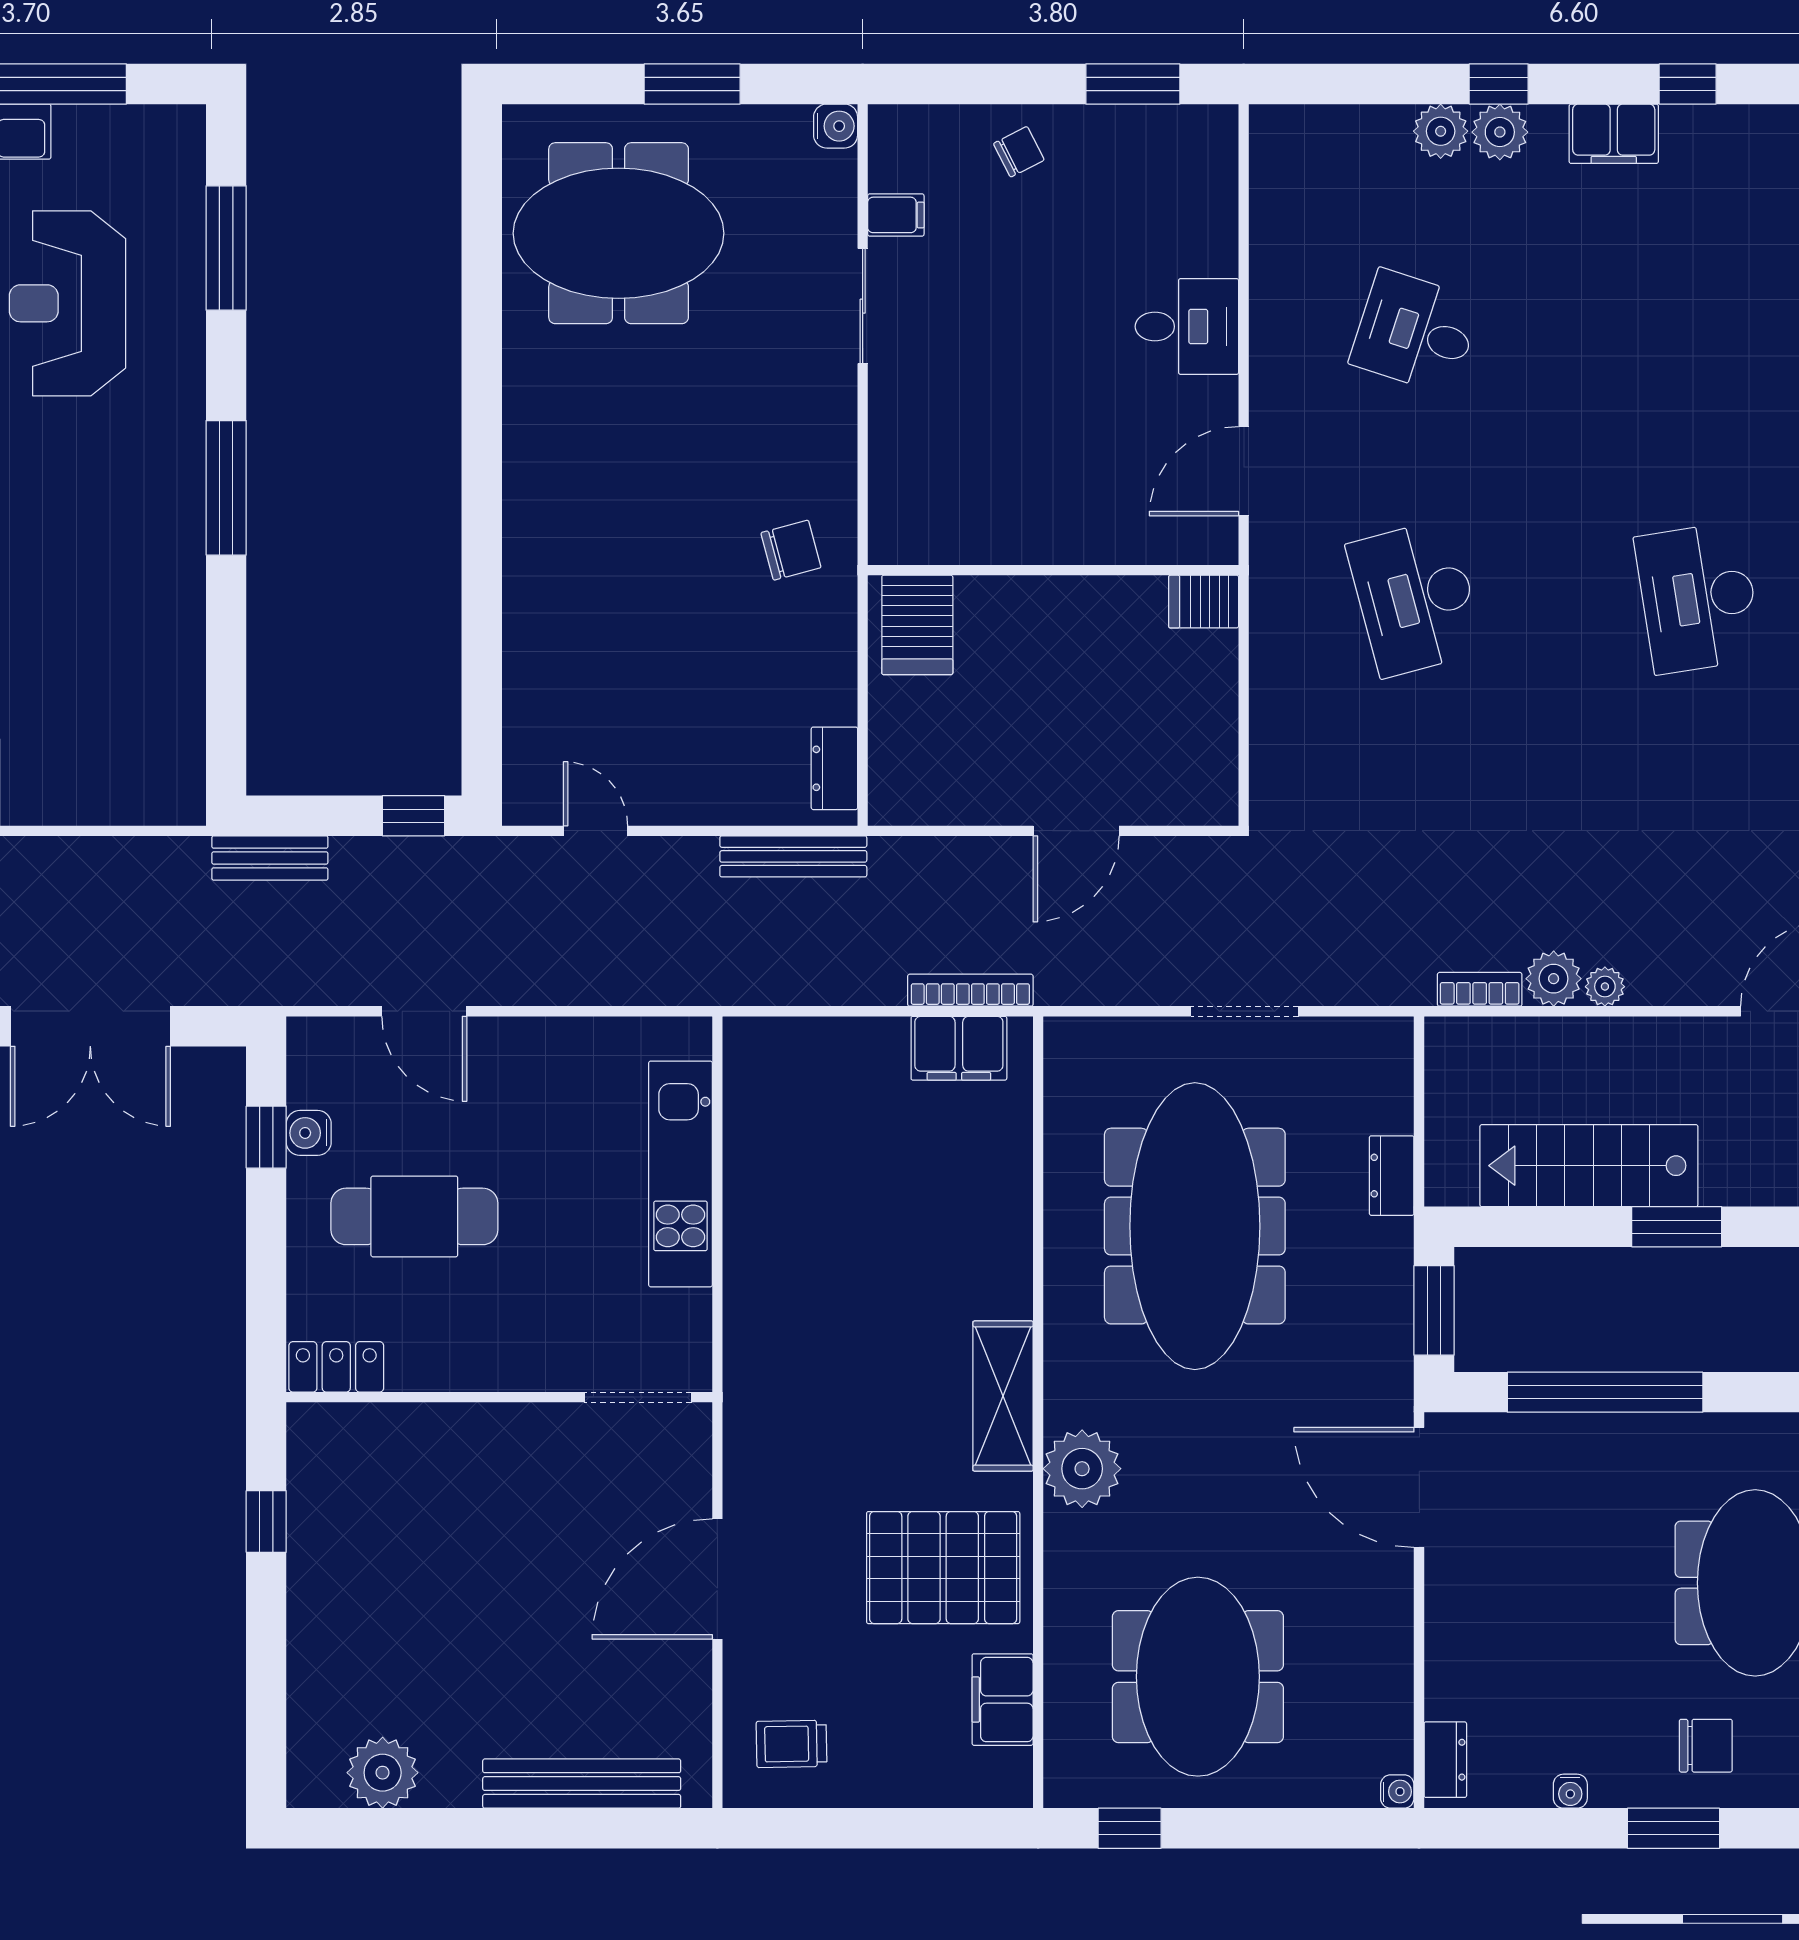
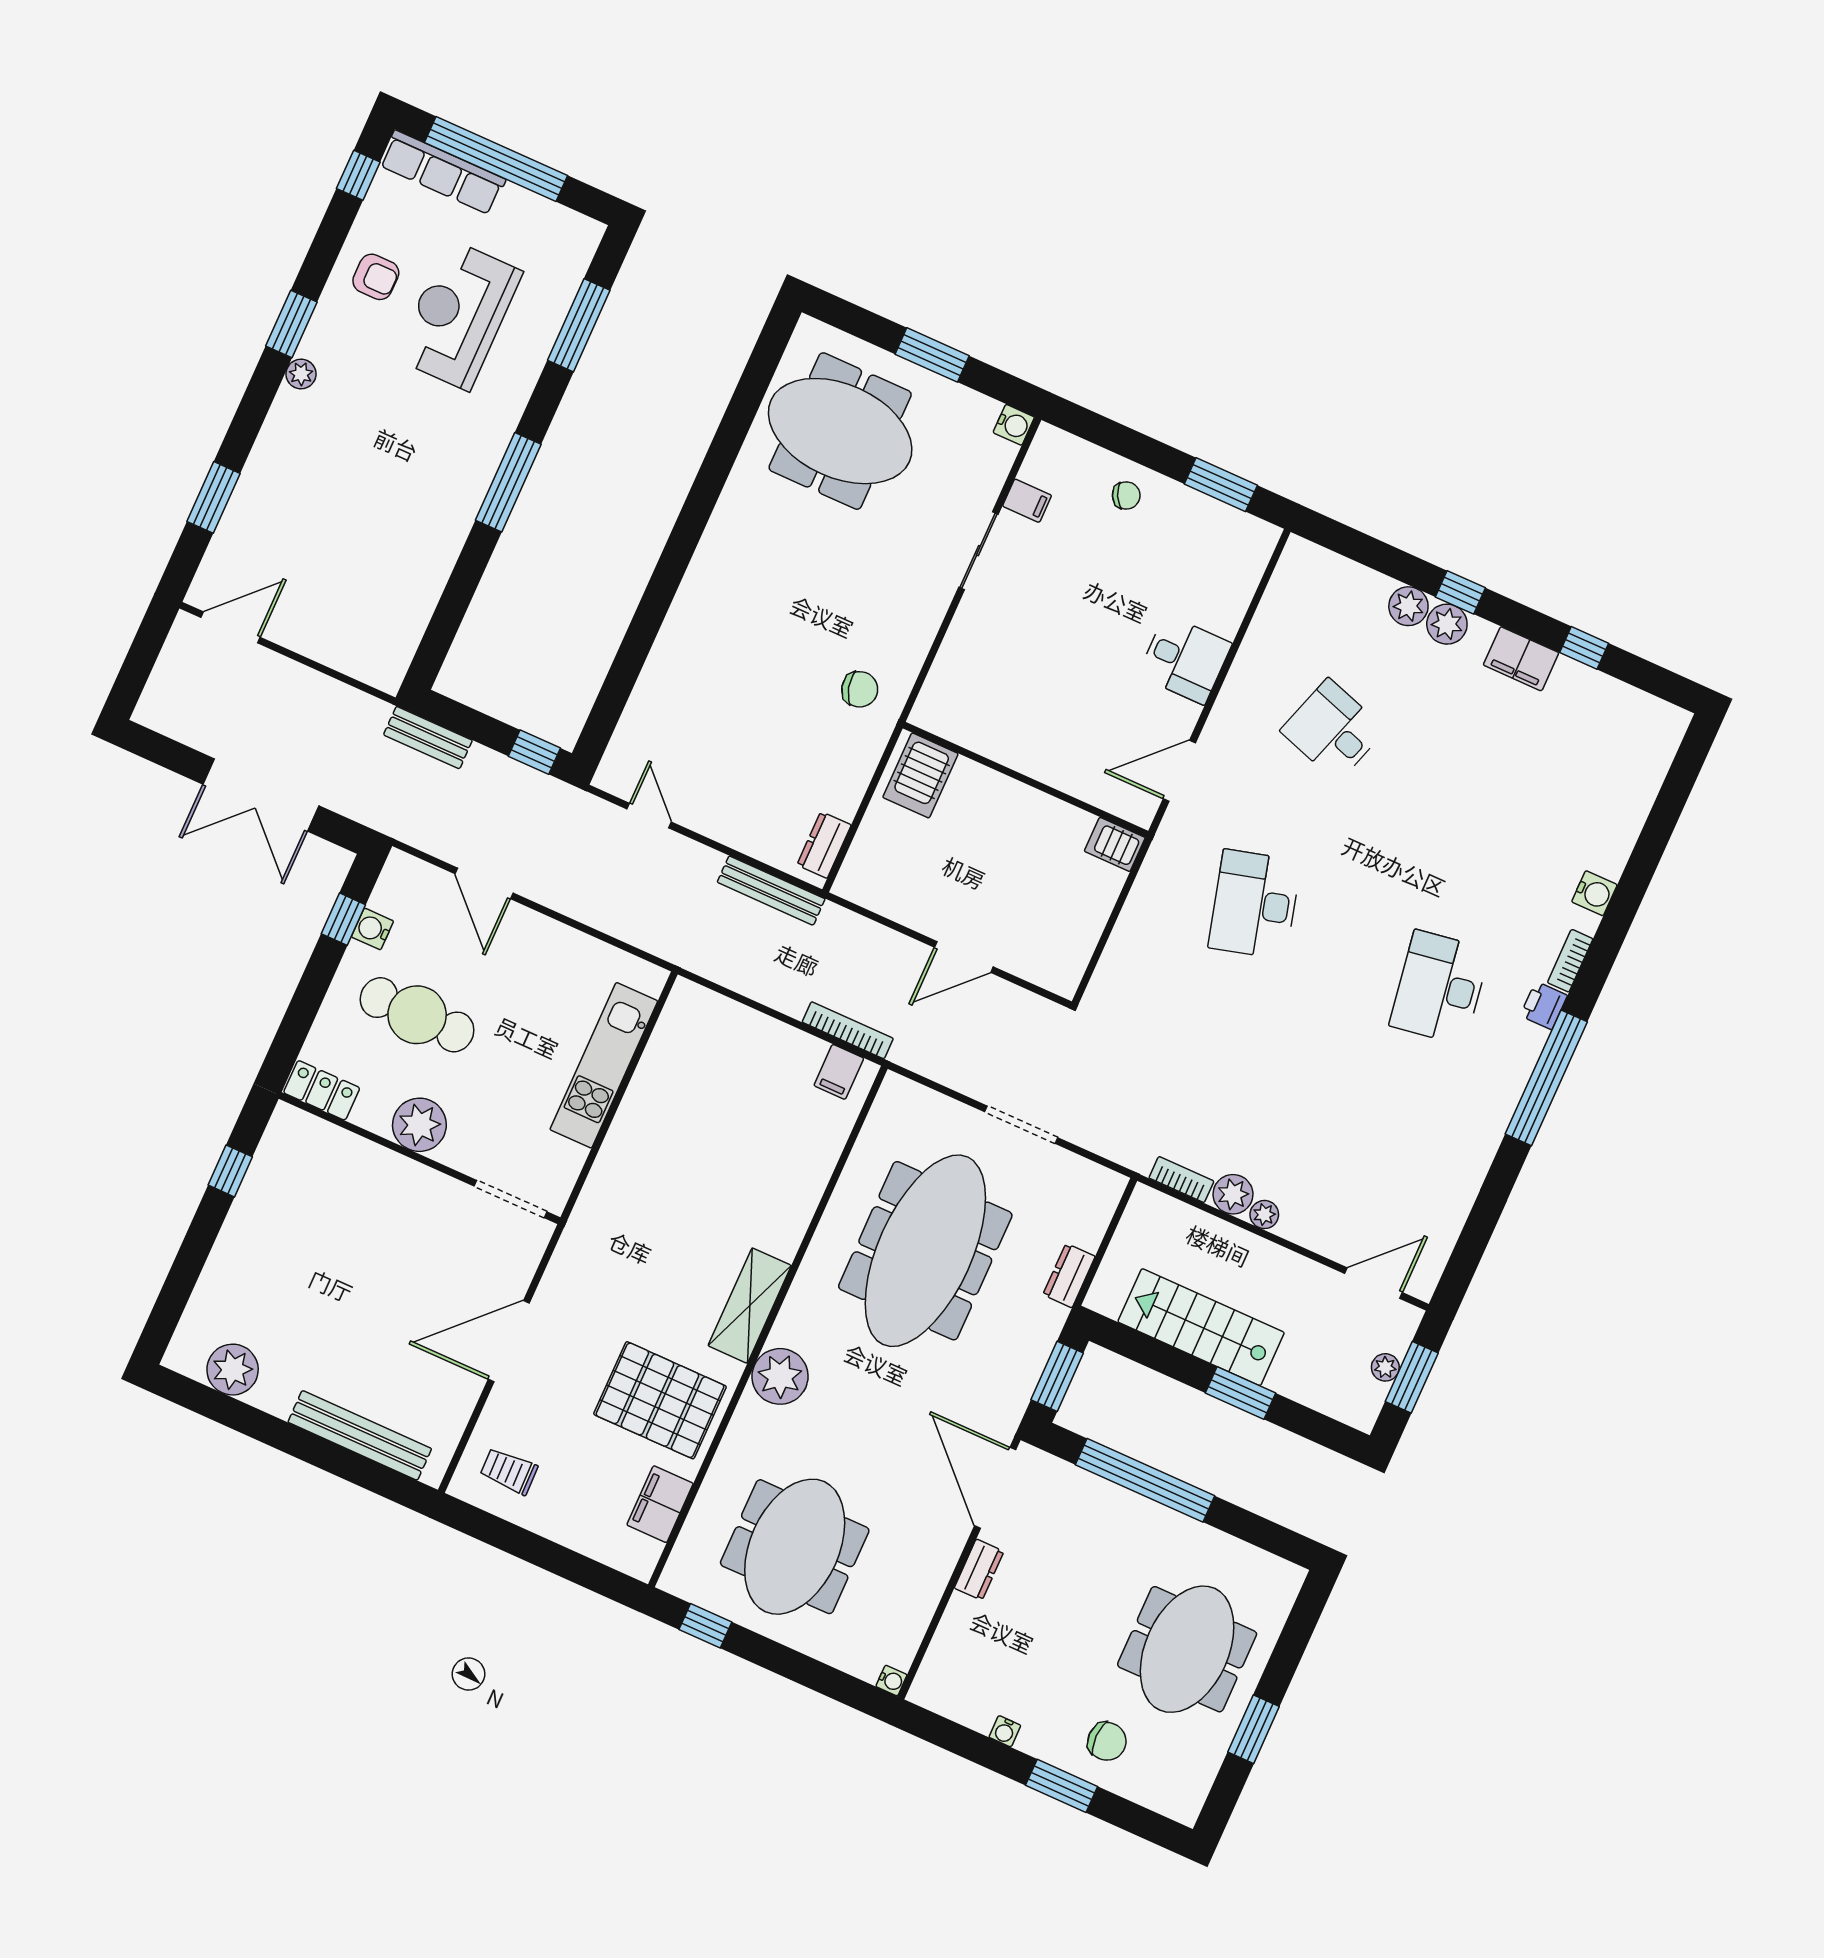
filing cabinet: (959, 1048) -> (839, 1072), width x0.50
plant: (480, 1355) -> (419, 1125), added
dresser: (1445, 1760) -> (979, 1570), moved

